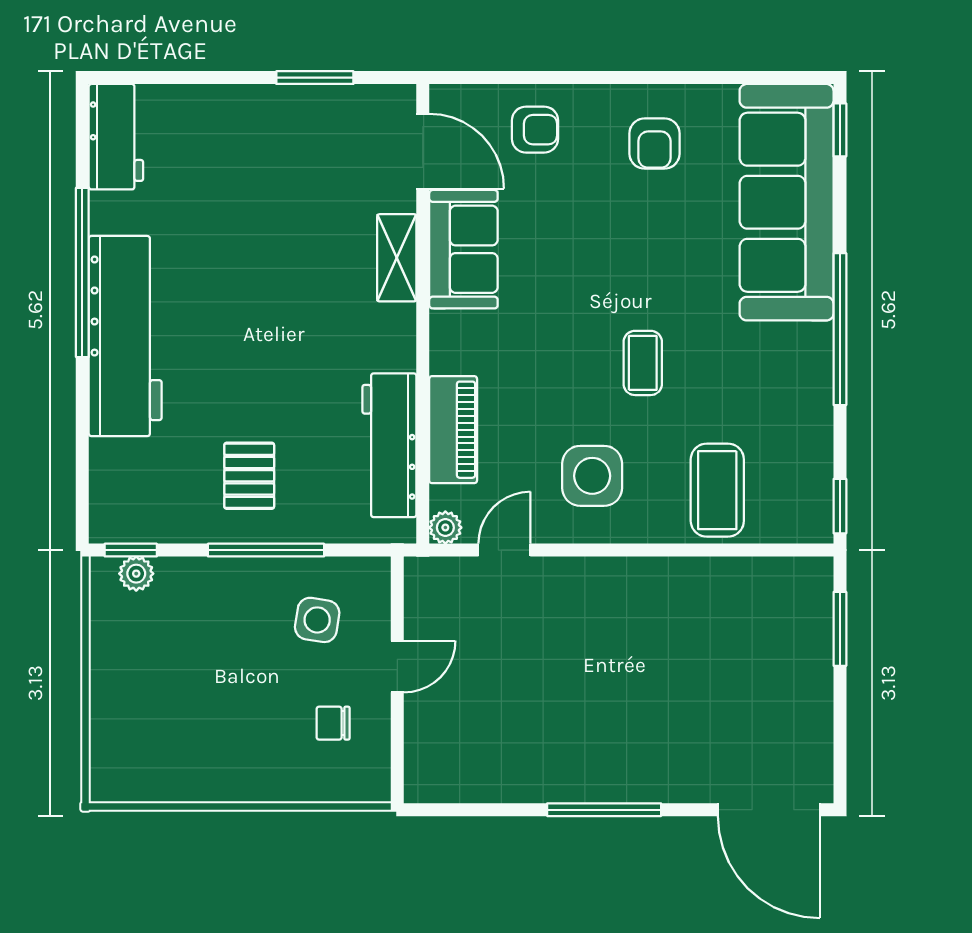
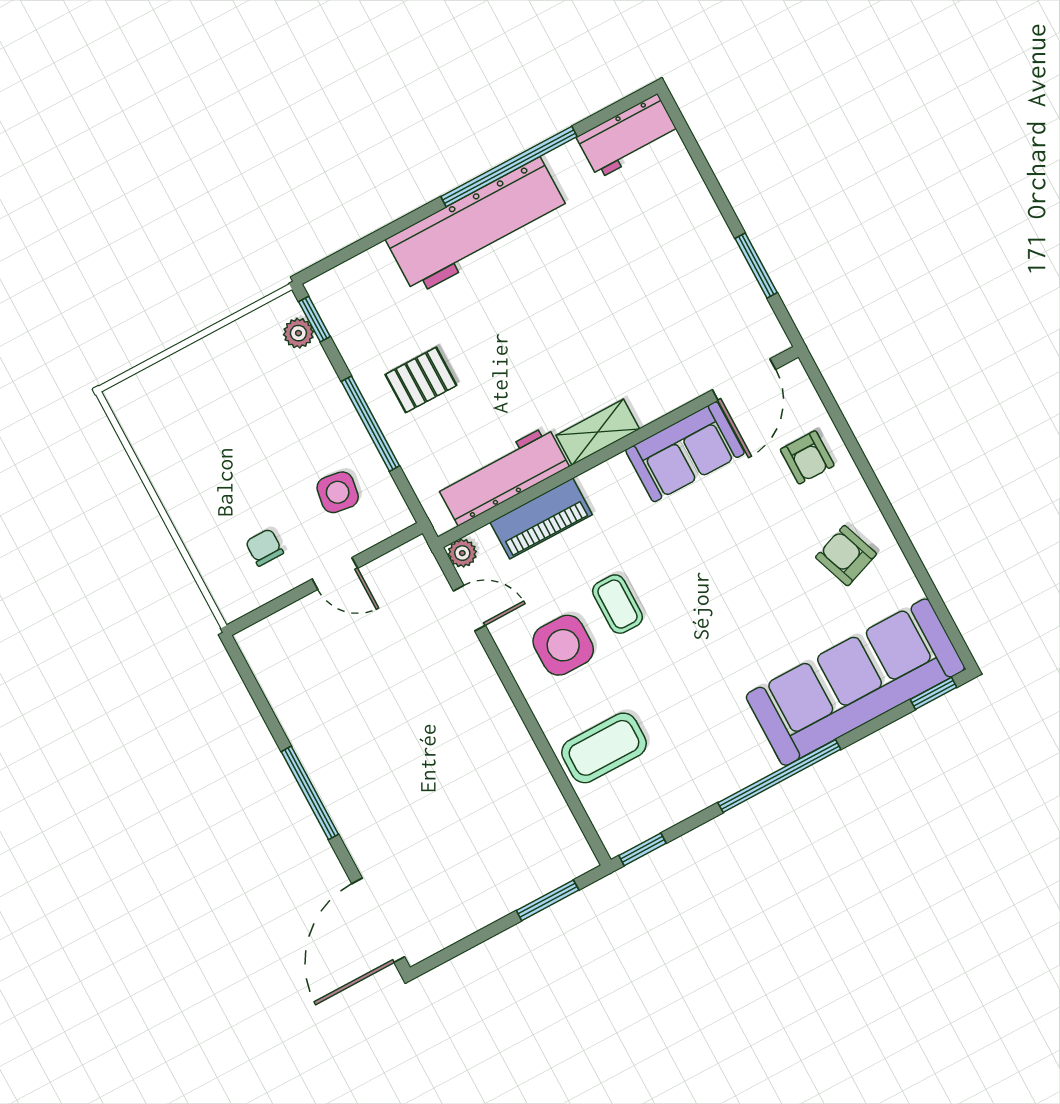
armchair: (654, 144) -> (846, 556), turned 70
shelving: (397, 258) -> (598, 432), moved
coffee table: (643, 363) -> (618, 604), moved, turned 90

